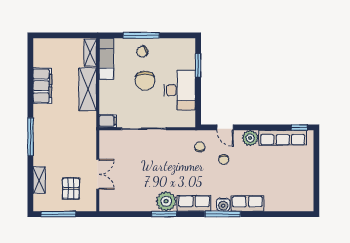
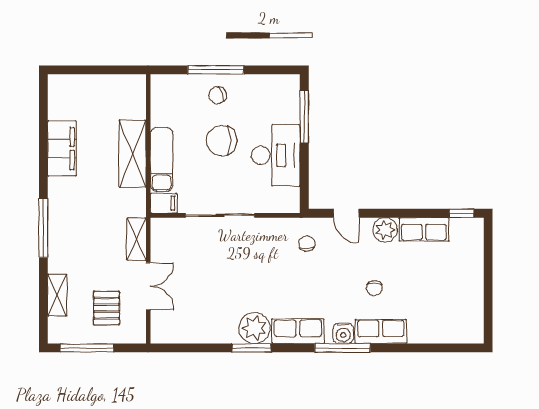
shelving: (90, 53) -> (136, 239), moved
exam couch: (106, 59) -> (162, 159), moved
window: (198, 65) -> (304, 117), width x1.44
chair: (145, 81) -> (222, 141), turned 90
row of seats: (283, 138) -> (424, 229), width x0.68
chair: (224, 160) -> (374, 288), moved

